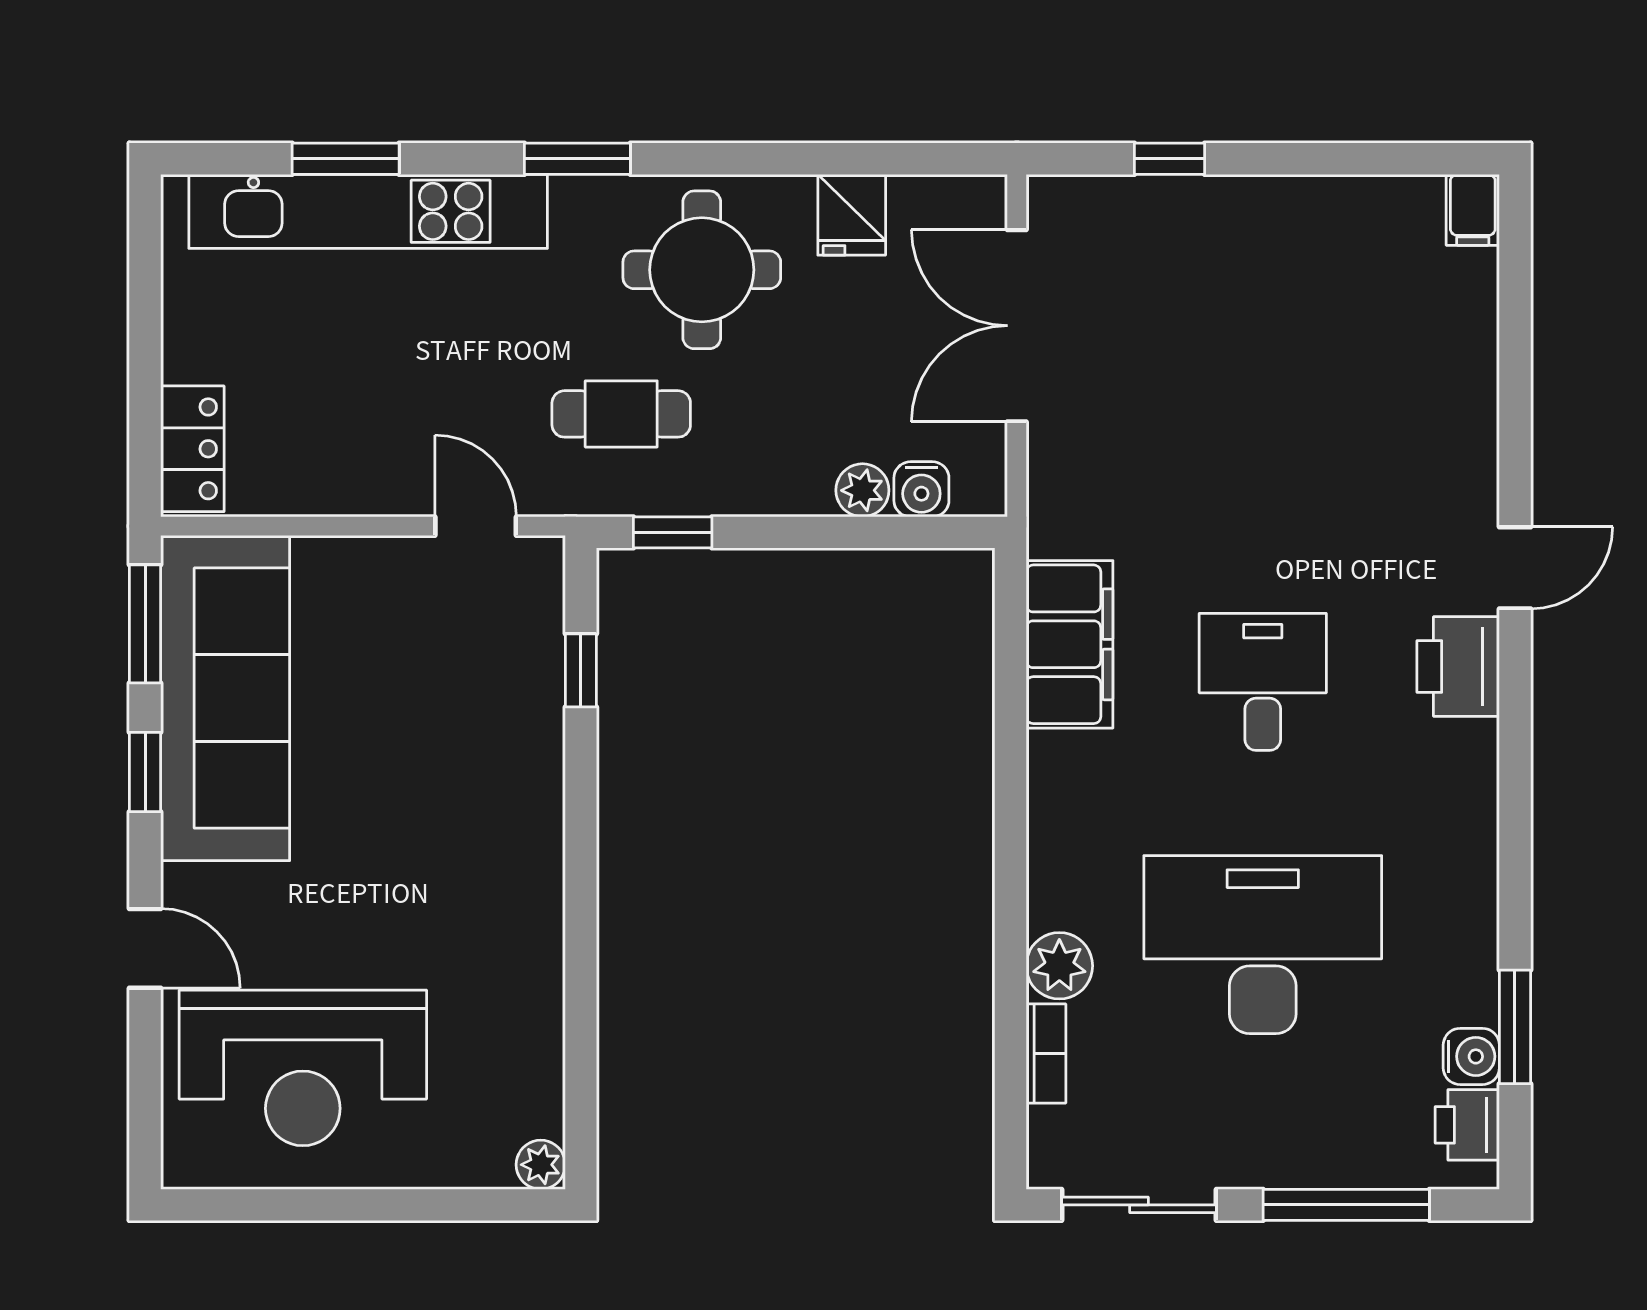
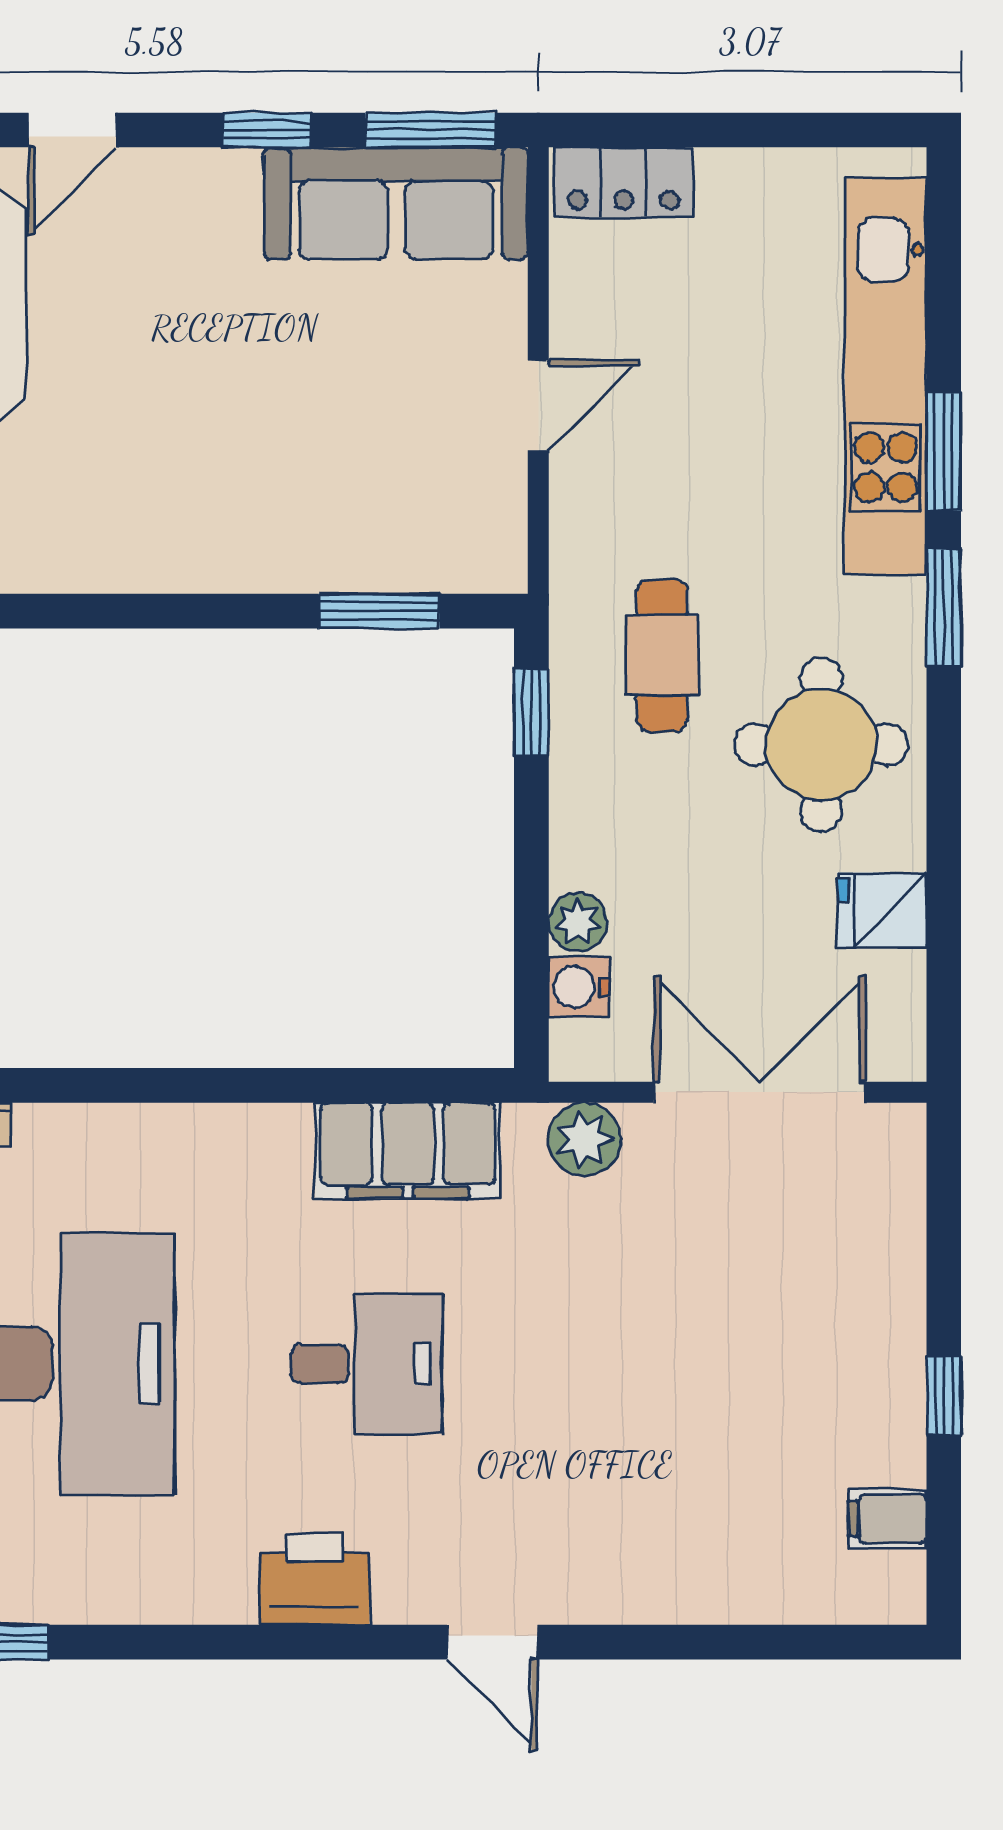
window: (346, 159) -> (944, 451), moved
window: (1169, 159) -> (944, 1396), moved
filing cabinet: (1473, 210) -> (887, 1519), moved
door: (476, 526) -> (538, 405), moved
printer: (1458, 667) -> (314, 1580), moved
window: (581, 670) -> (379, 611), width x1.50
sofa: (225, 698) -> (396, 203), width x0.74, depth x0.79
plant: (1059, 966) -> (584, 1139), moved

